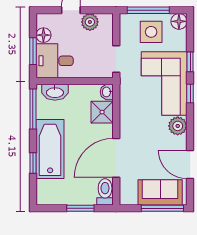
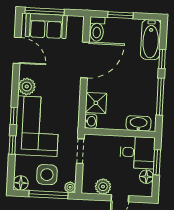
plant: (125, 19) -> (70, 187), added
window: (33, 109) -> (160, 97), moved
bathtub: (50, 149) -> (151, 40), moved, width x0.73, depth x0.73

